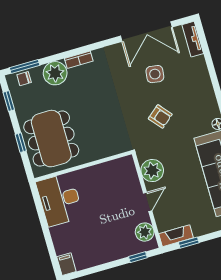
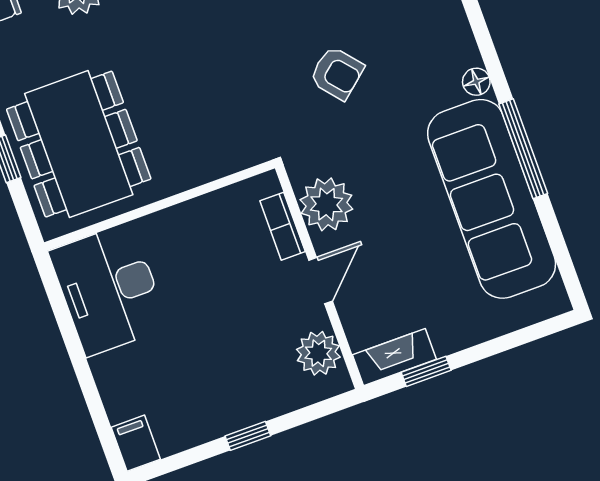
bookcase: (133, 178) -> (283, 226), added
window: (138, 257) -> (248, 436), moved

